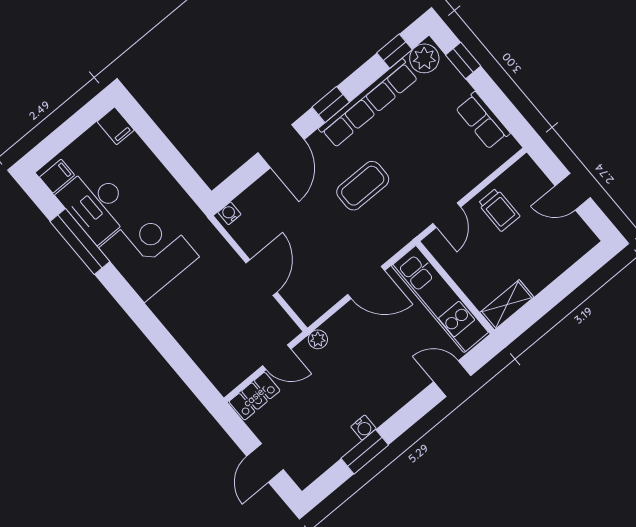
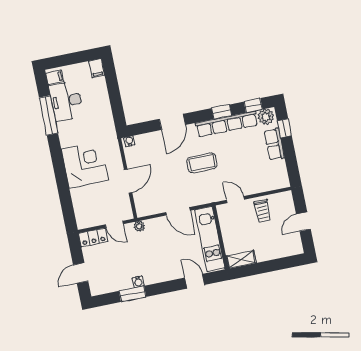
window: (331, 104) -> (222, 112), moved
row of seats: (483, 121) -> (274, 144), moved
door: (573, 192) -> (303, 222), hinge flipped
door: (447, 215) -> (235, 200), swing flipped
corner desk: (149, 252) -> (85, 165), moved

